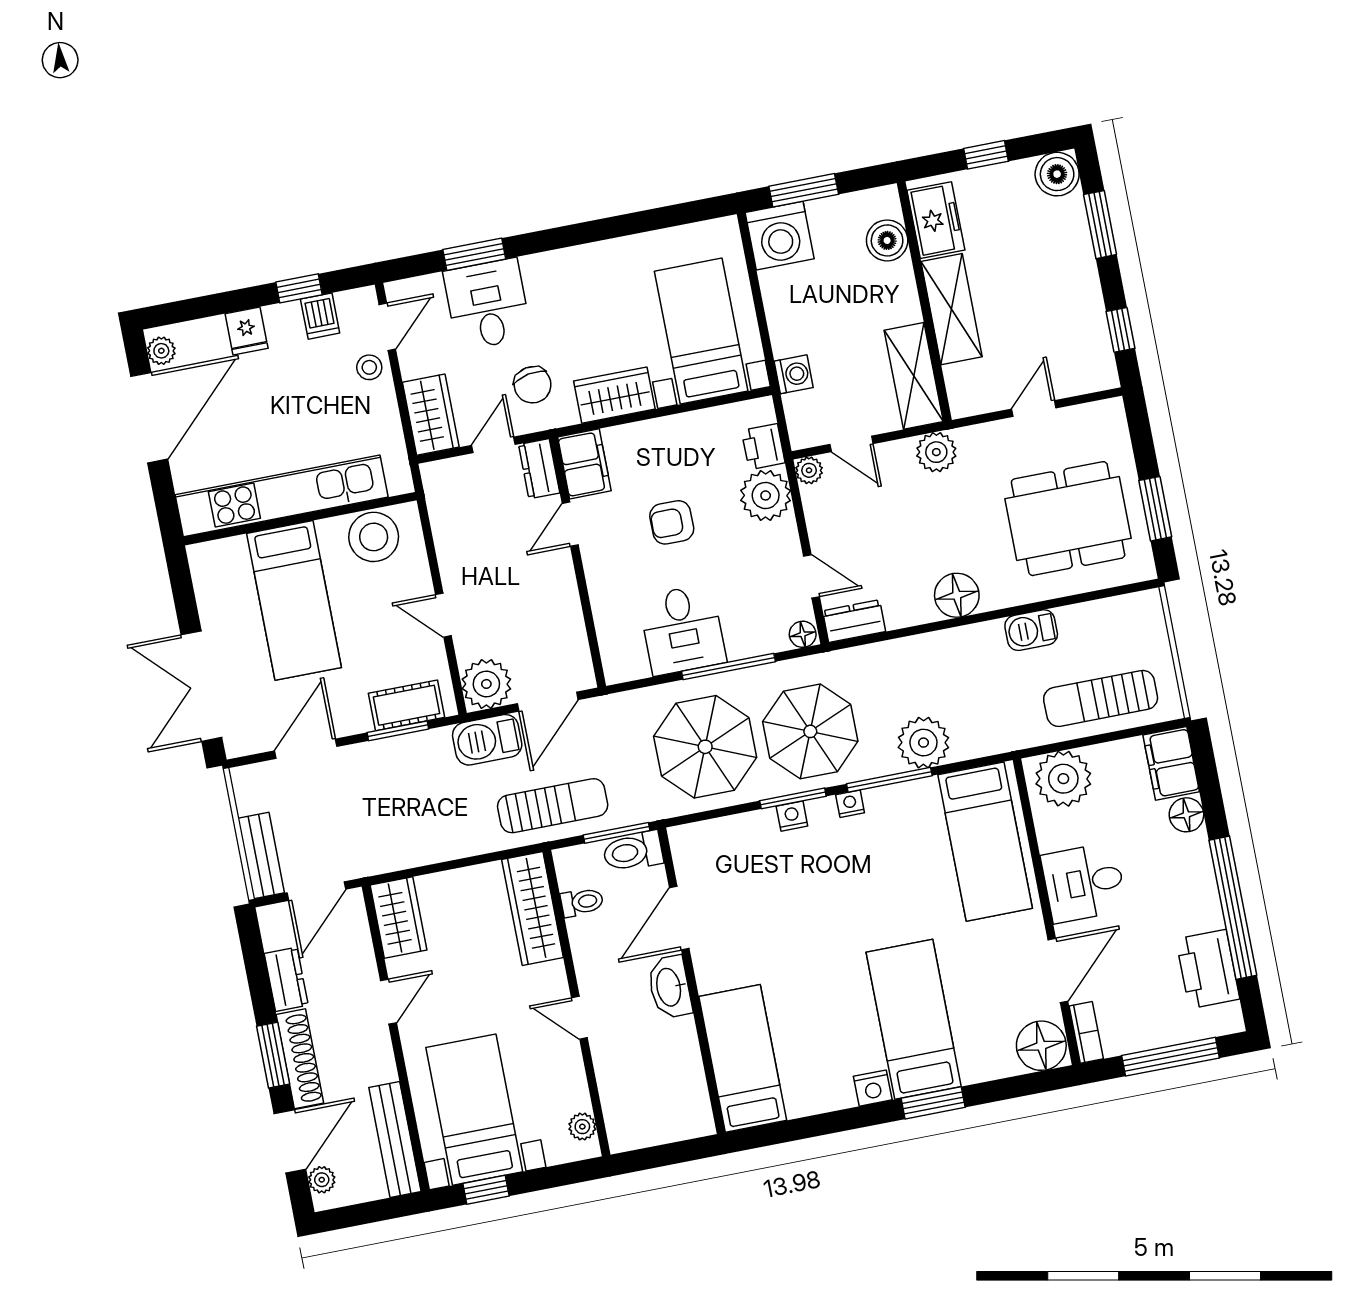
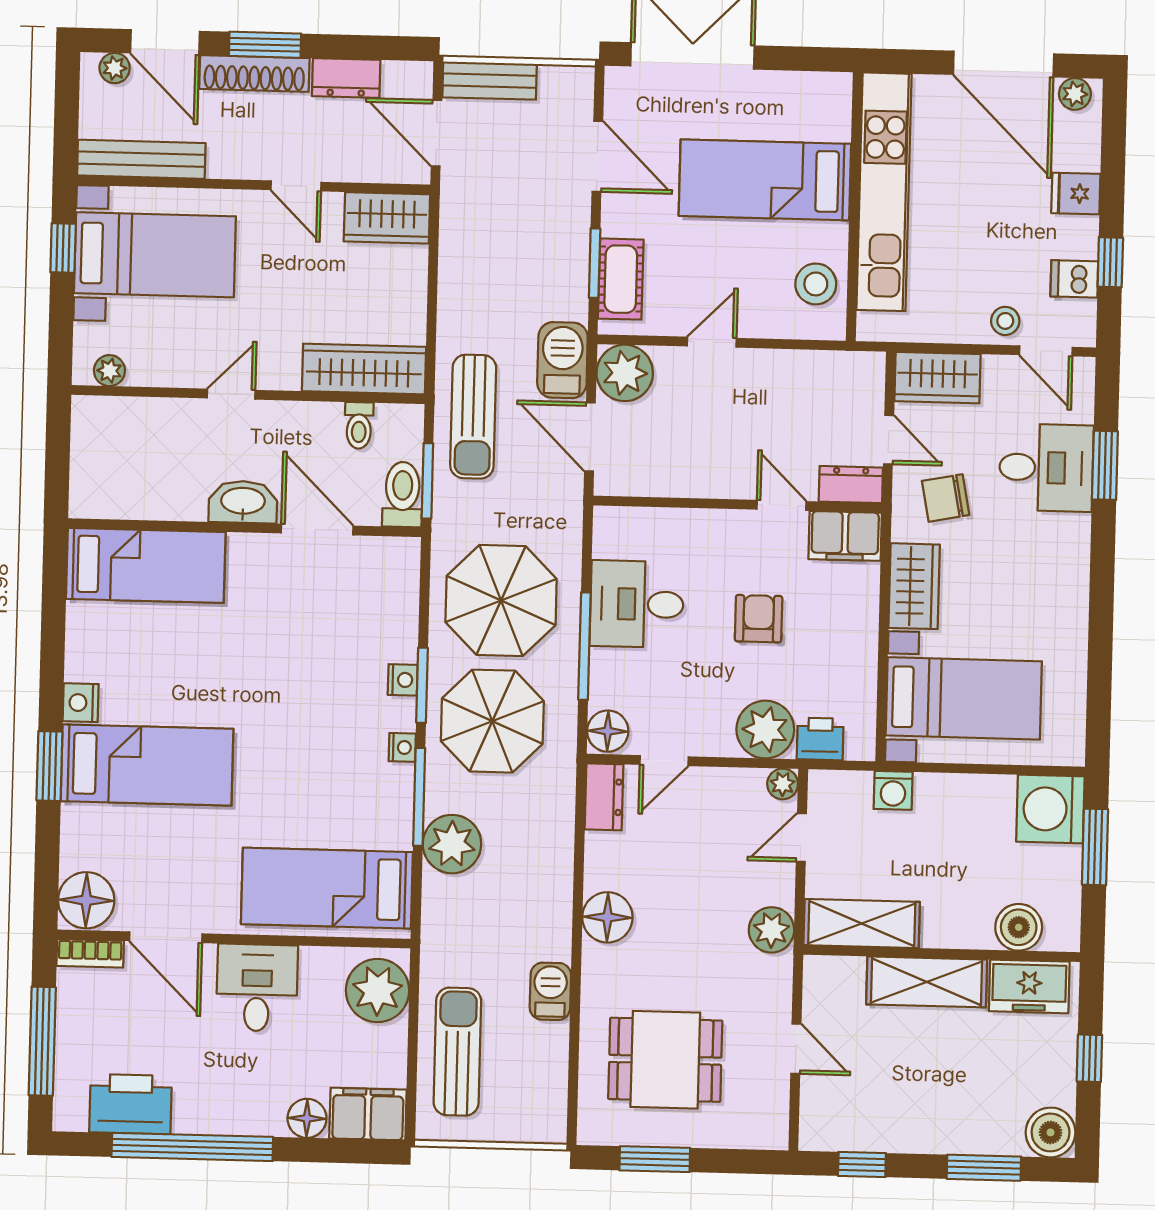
dining table: (1068, 519) -> (665, 1060), width x0.73
stool: (374, 537) -> (816, 284), width x0.73, depth x0.73
floor lamp: (803, 634) -> (608, 731), width x1.37, depth x1.37

